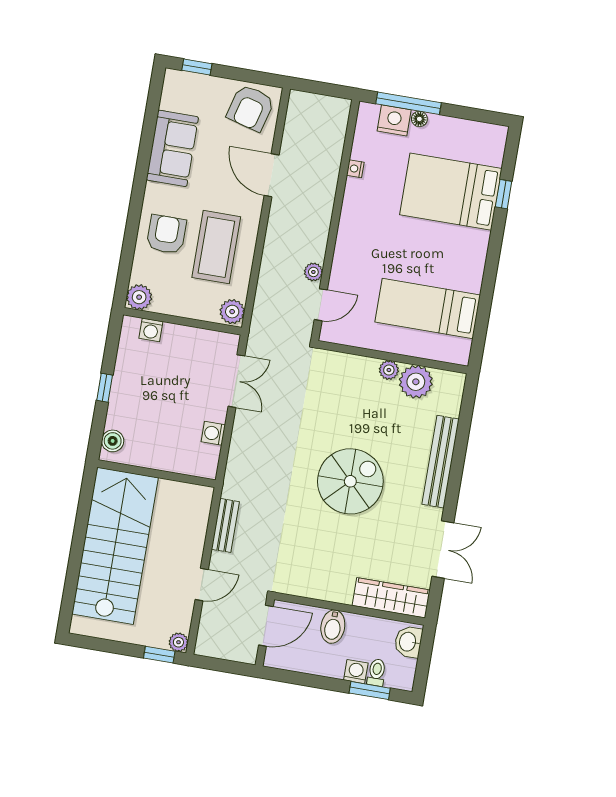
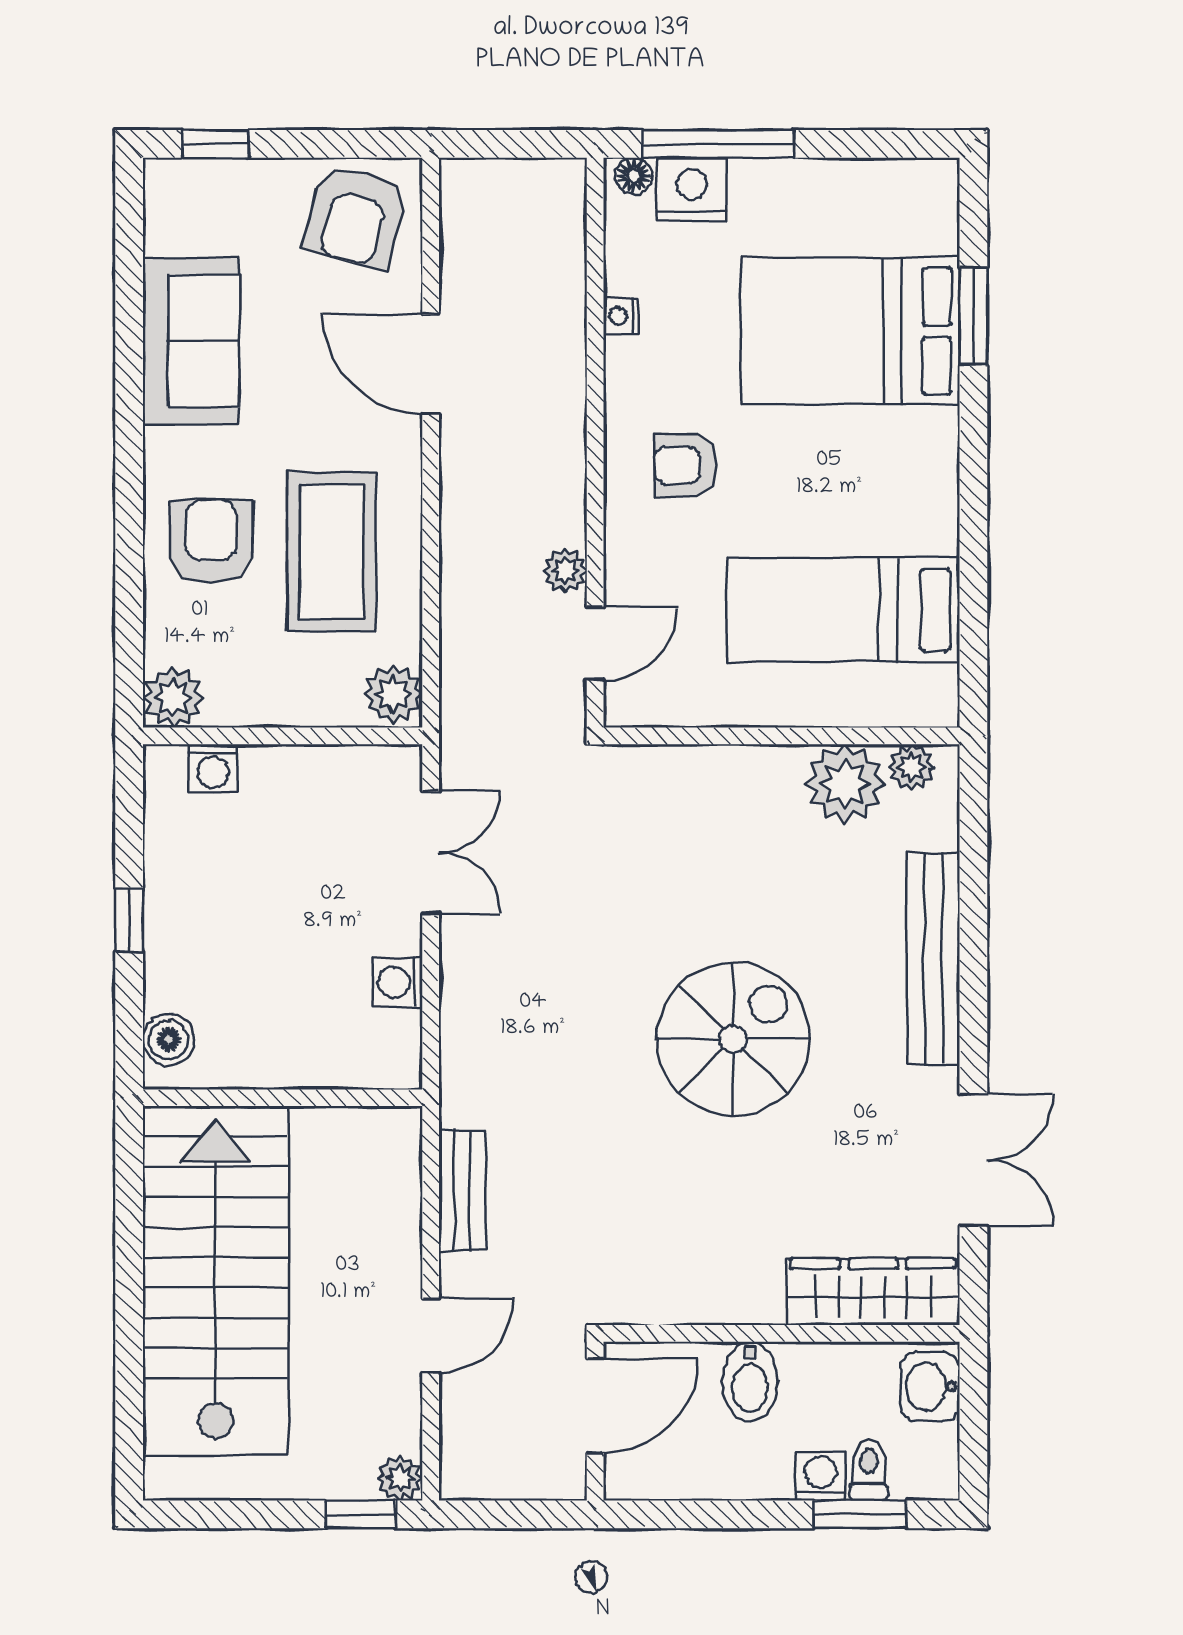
floor lamp: (419, 119) -> (634, 176), moved
window: (504, 194) -> (973, 316), width x1.50
armchair: (372, 236) -> (685, 465), added
plant: (389, 370) -> (912, 767), moved

